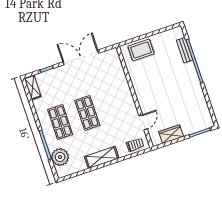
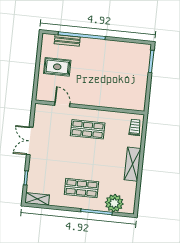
rug: (141, 50) -> (57, 67), moved, turned 90
double door: (81, 57) -> (30, 141), width x0.73
shop shelf: (87, 113) -> (88, 129), moved
door: (143, 122) -> (62, 104), moved
wardrobe: (171, 134) -> (140, 89), removed

